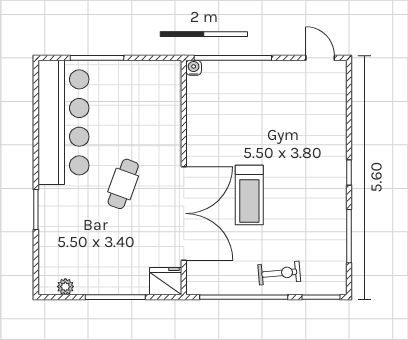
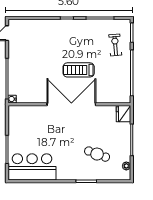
bar counter: (63, 122) -> (32, 167), width x0.73
cafe table: (123, 184) -> (97, 154), moved
treadmill: (249, 195) -> (79, 70), turned 180
double door: (184, 213) -> (71, 104), moved
exercise bike: (279, 273) -> (115, 45), moved

